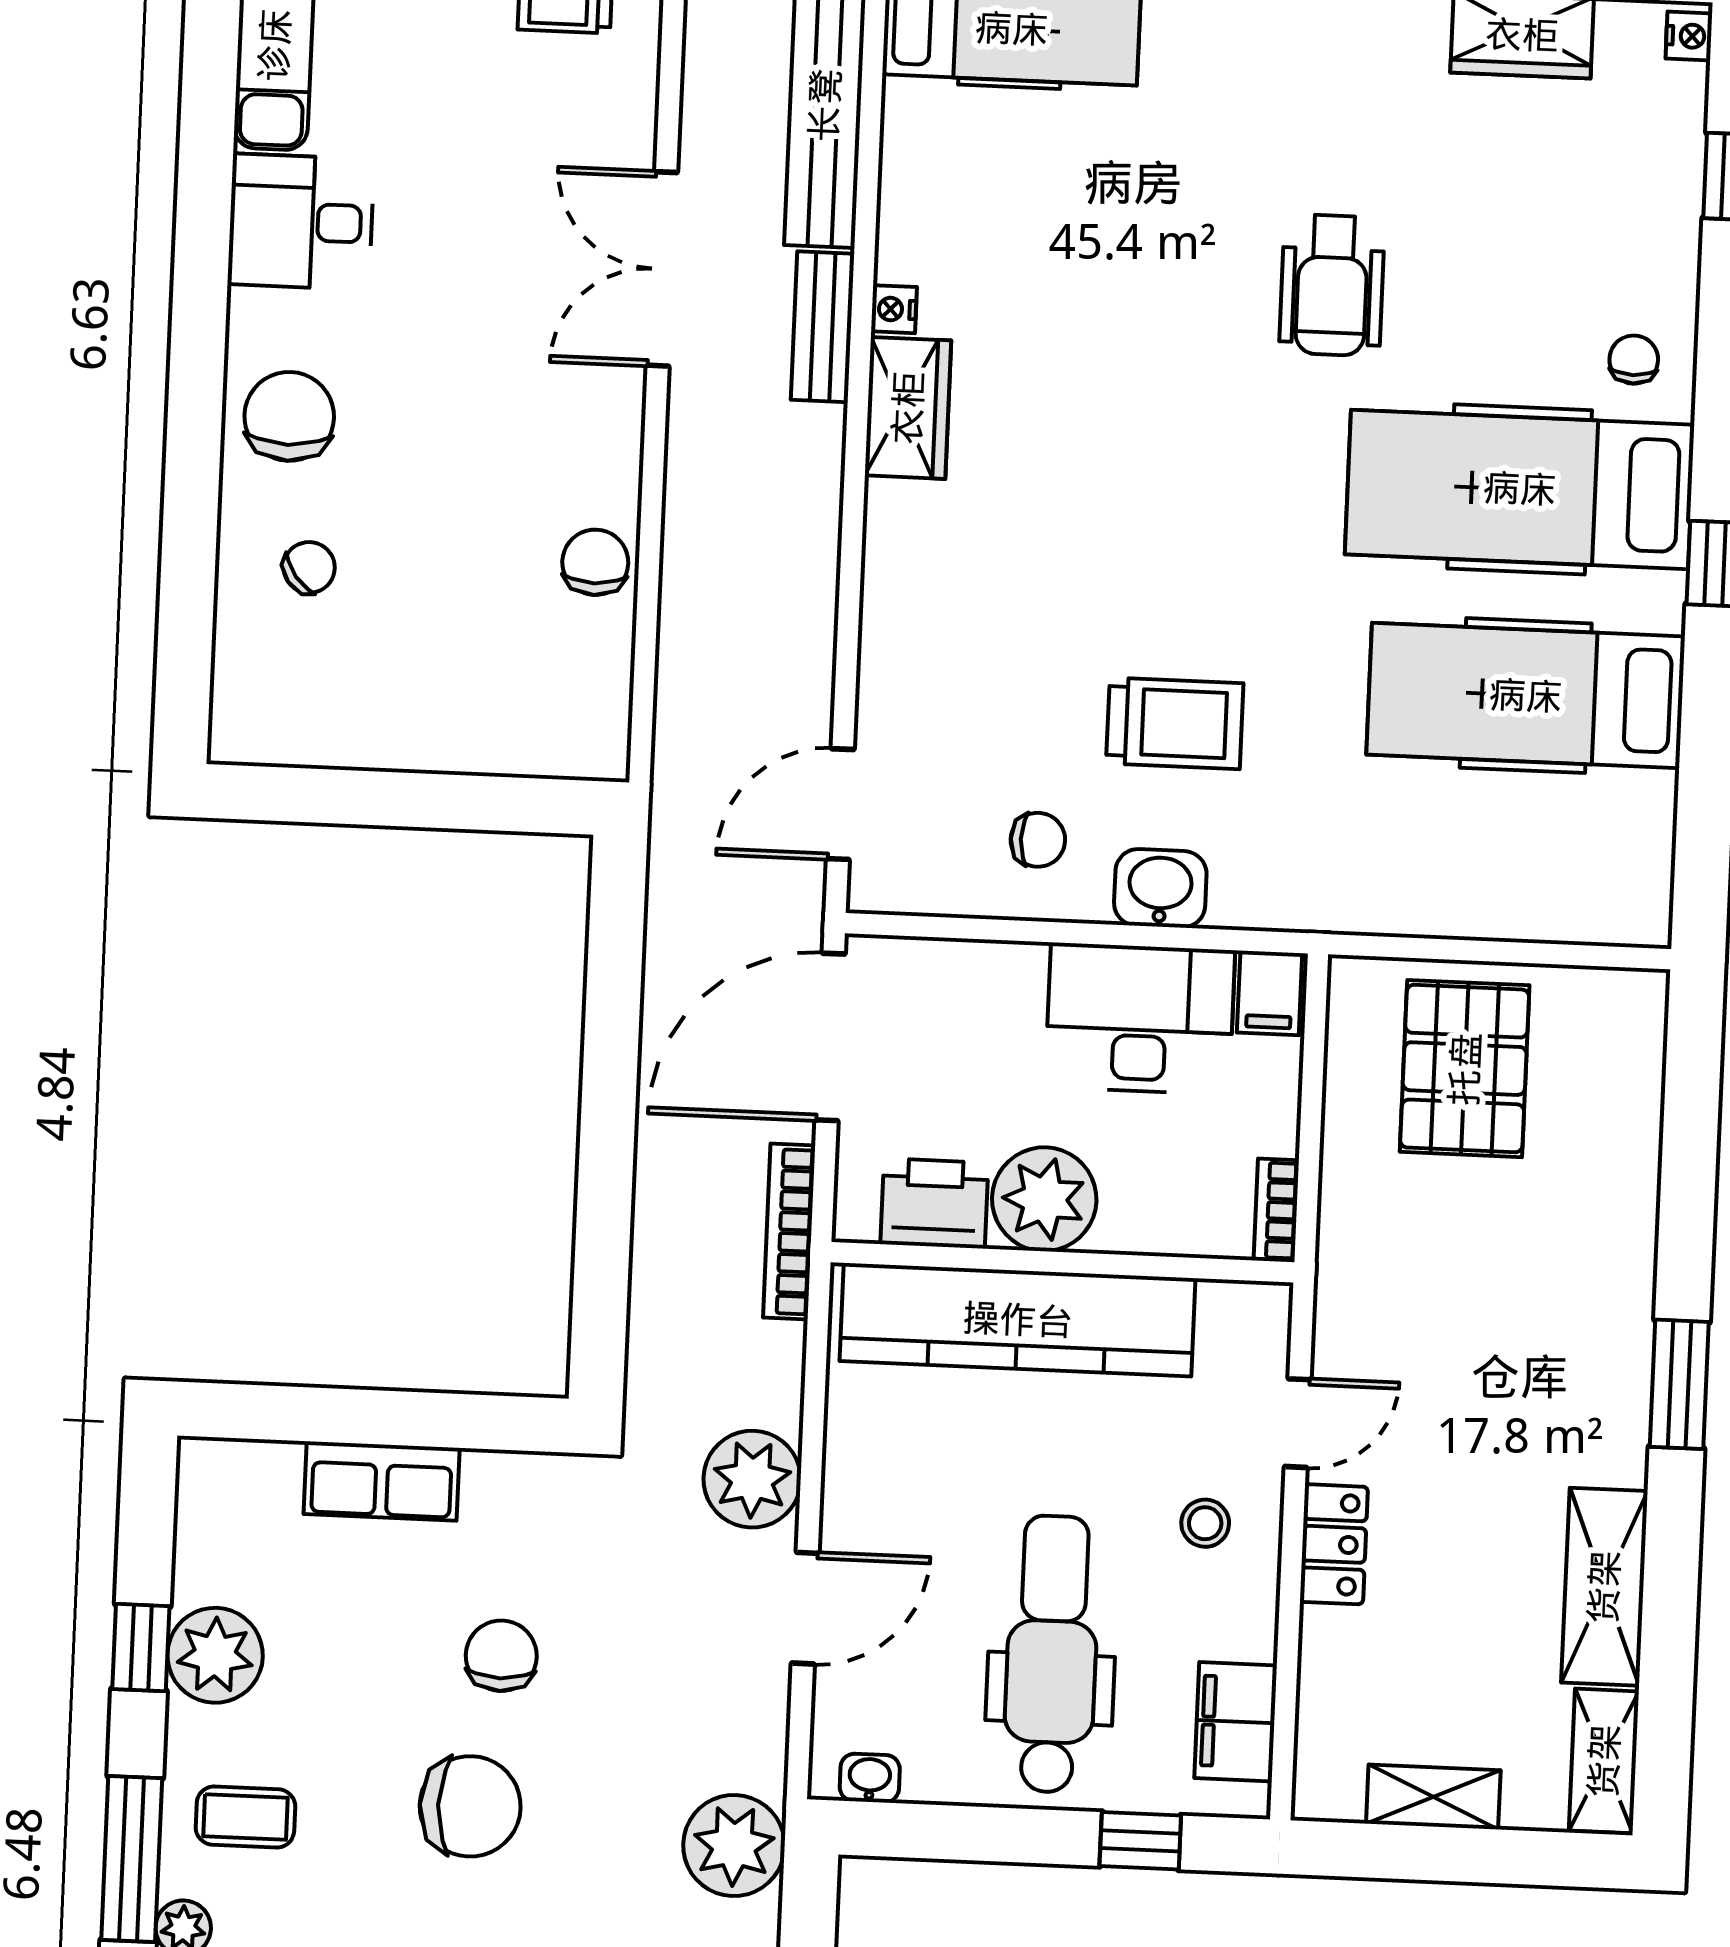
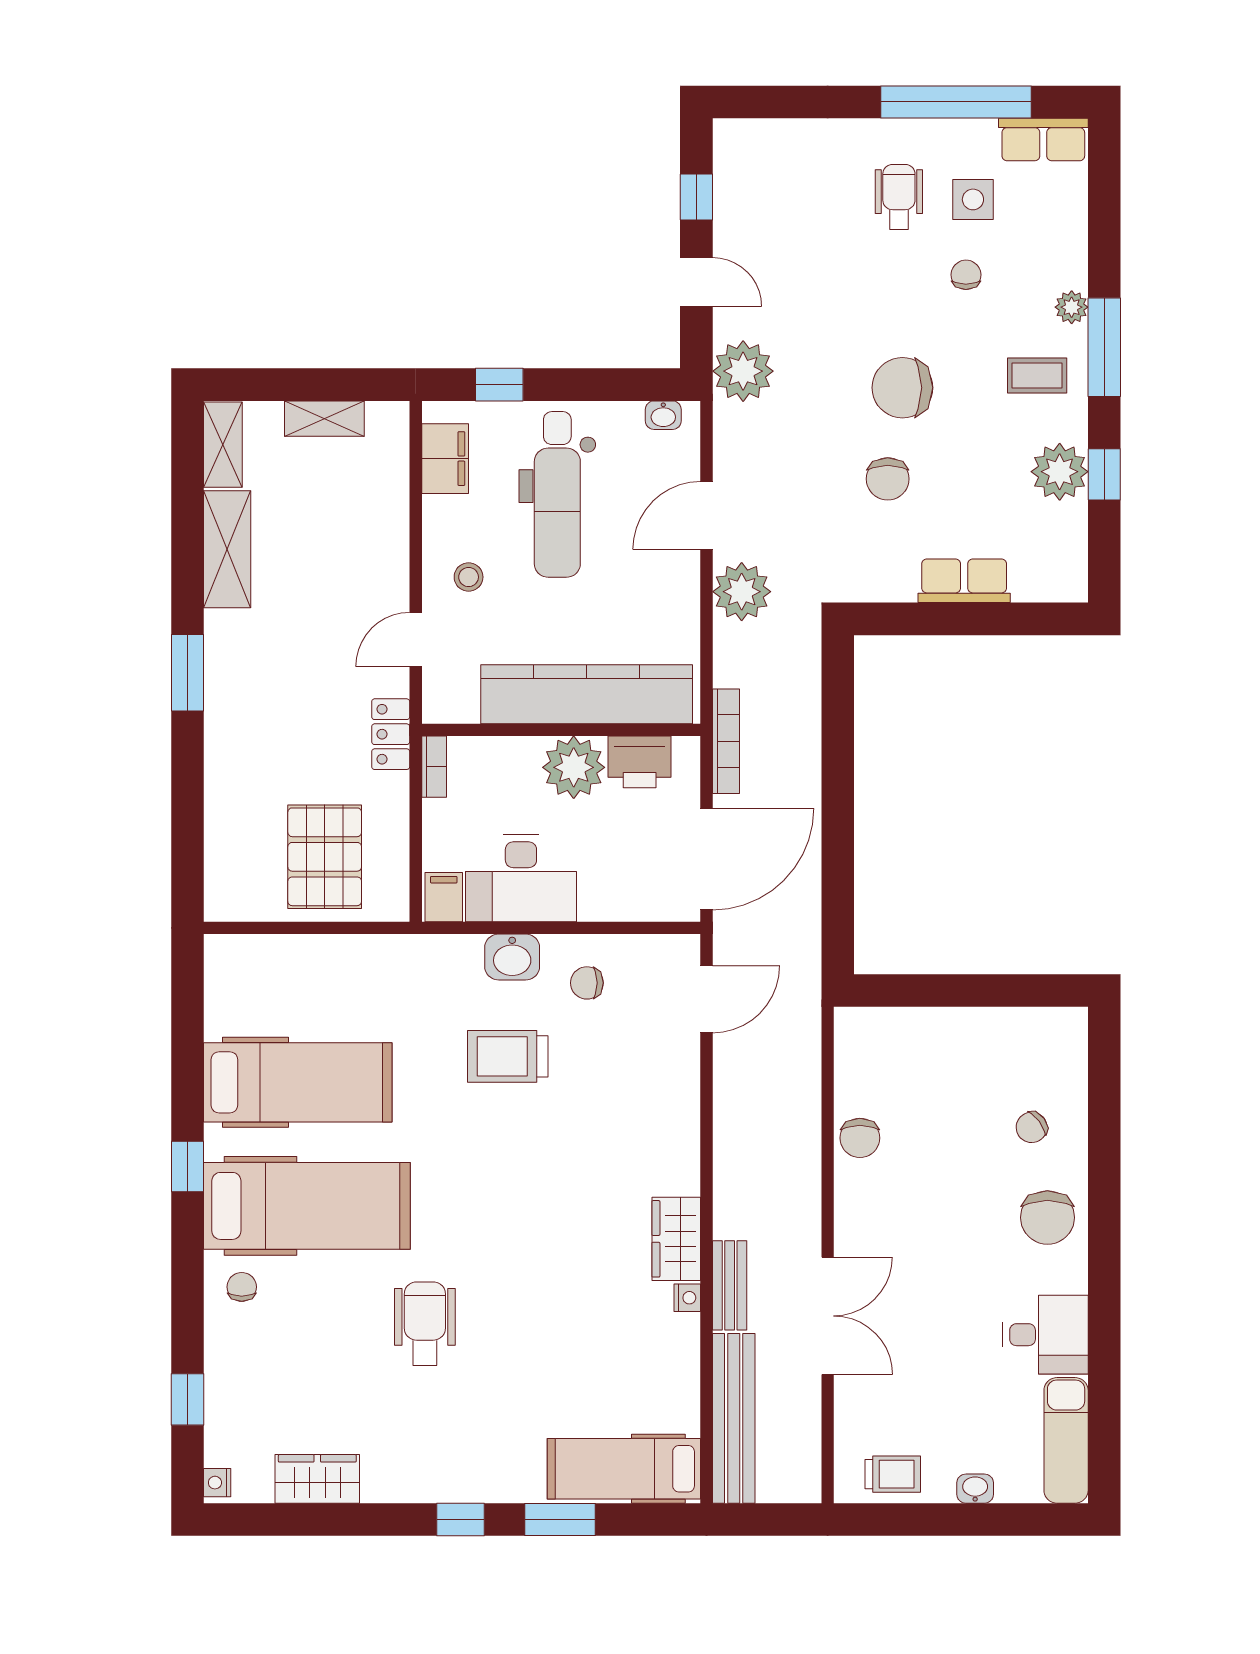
chair: (1634, 360) -> (242, 1287), turned 180
locker: (1334, 1544) -> (391, 734), moved

